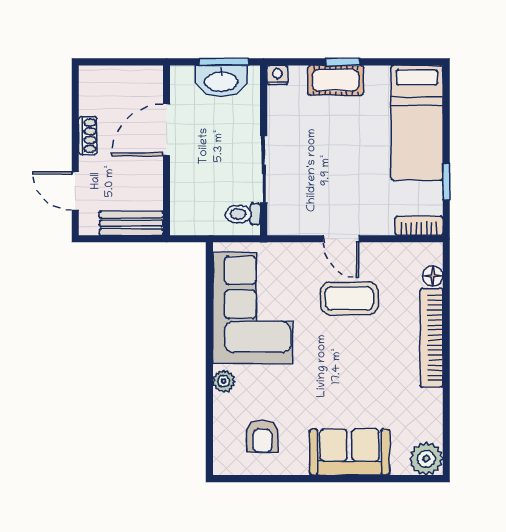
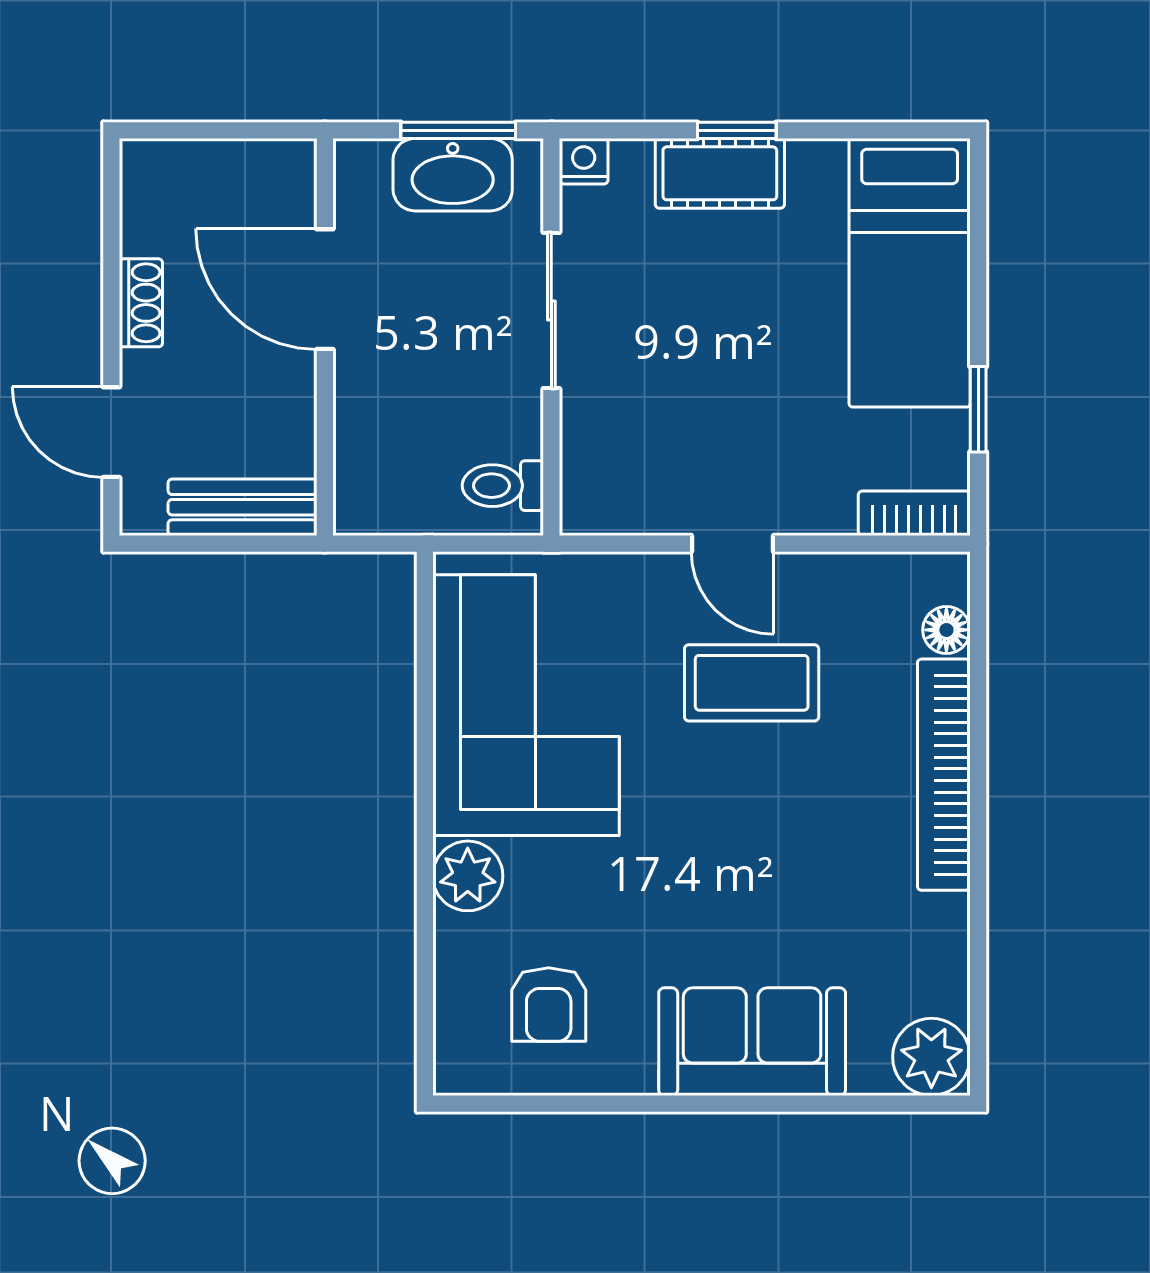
door: (167, 130) -> (325, 289), hinge flipped
sliding door: (264, 169) -> (551, 310), moved
plant: (224, 381) -> (468, 876), width x1.38, depth x1.38

